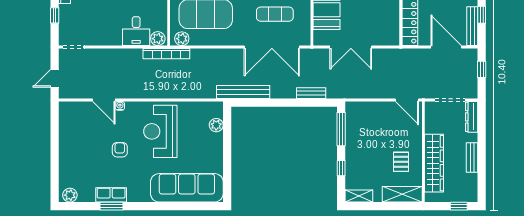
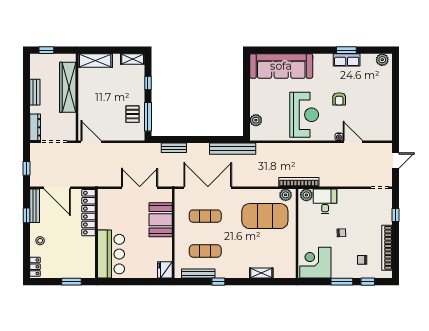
pallet: (401, 162) -> (133, 114), moved

